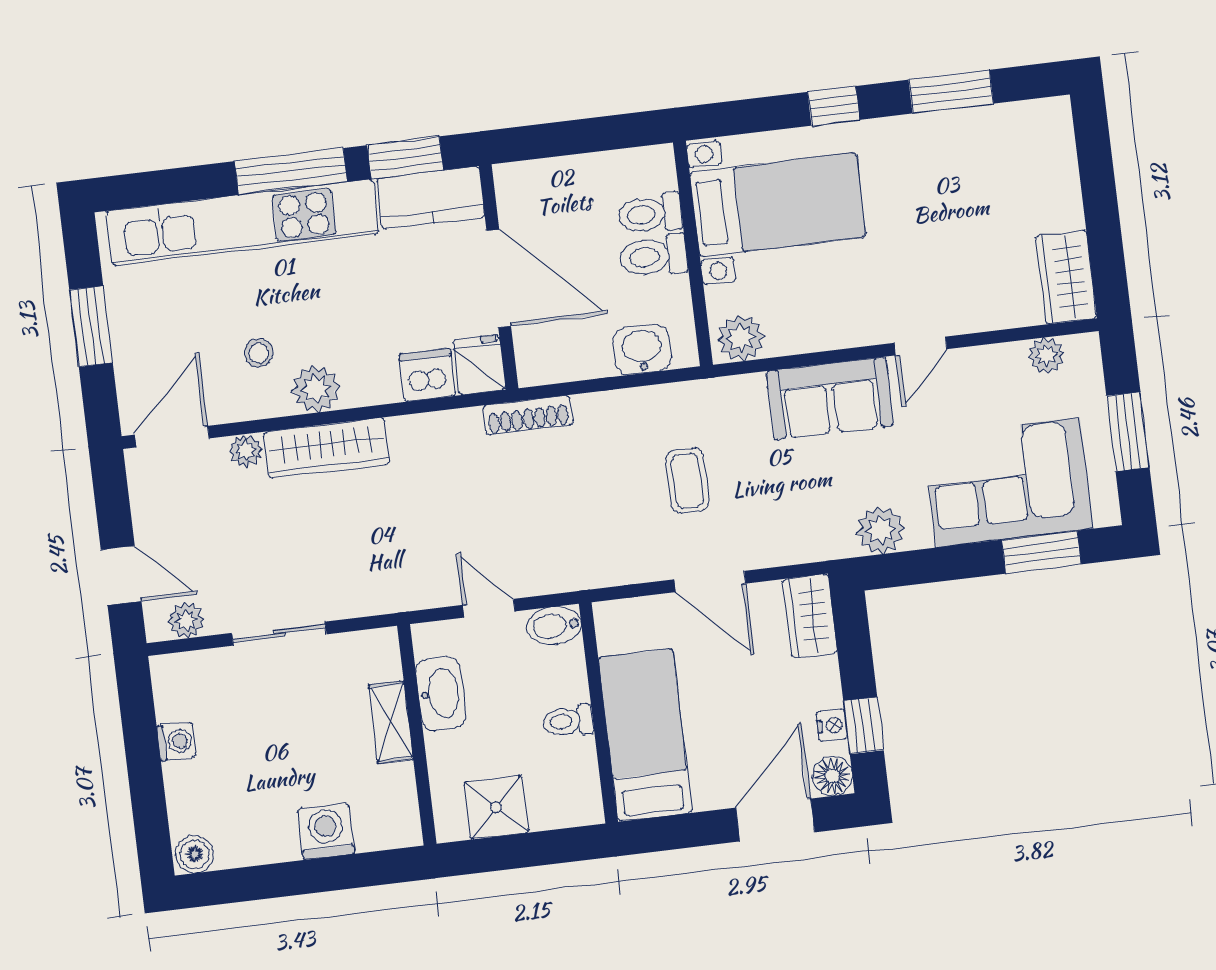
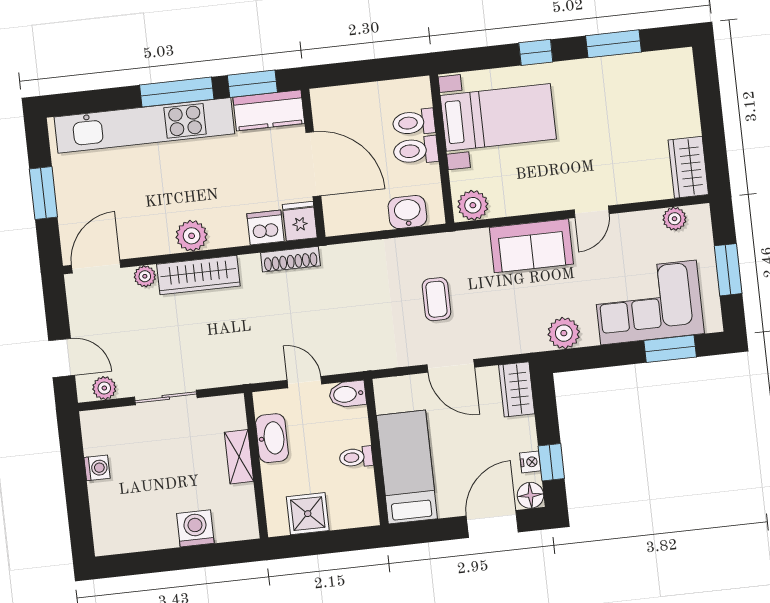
stool: (259, 353) -> (154, 212), removed
shoe rack: (528, 415) -> (290, 259), moved
boiler: (195, 854) -> (108, 543), removed

